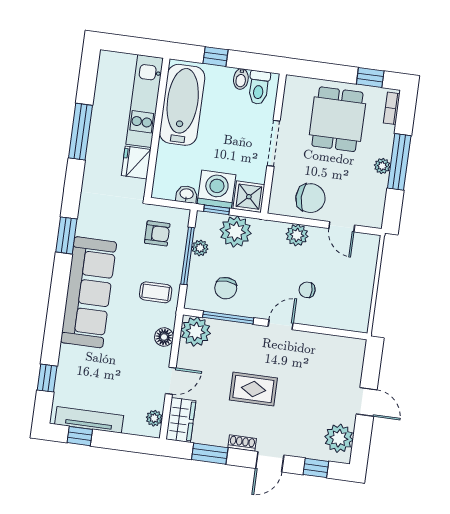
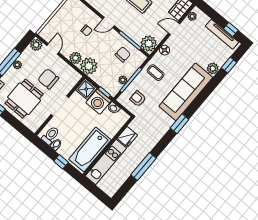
chair: (310, 198) -> (48, 79), moved
plant: (372, 217) -> (36, 45), added
plant: (236, 232) -> (89, 66), moved
plant: (69, 356) -> (213, 68), added

